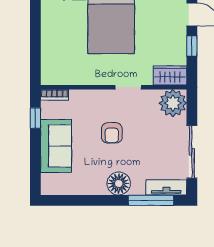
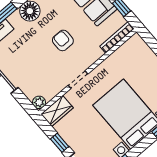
bookcase: (55, 95) -> (117, 37), width x1.56
plant: (173, 103) -> (39, 102), width x0.53, depth x0.53

